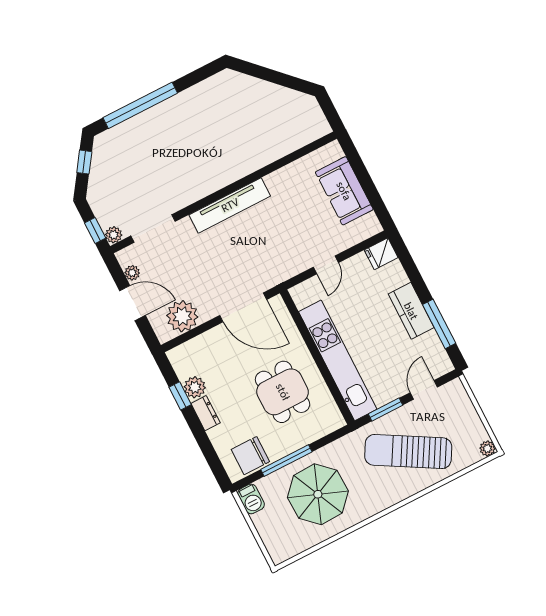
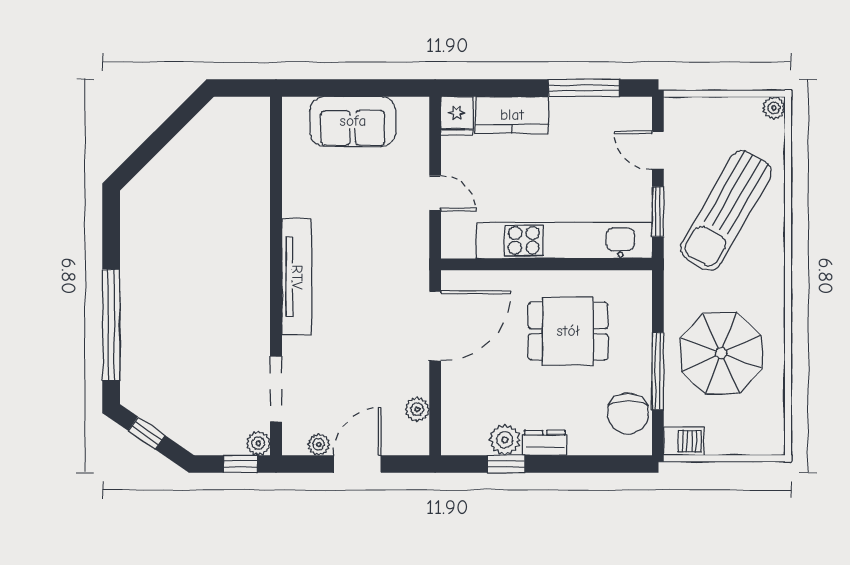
kitchen counter: (411, 311) -> (512, 115), moved
plant: (182, 316) -> (417, 409), width x0.53, depth x0.53

